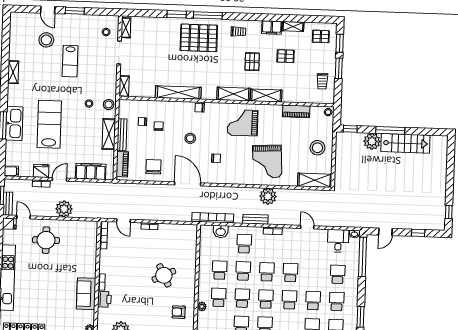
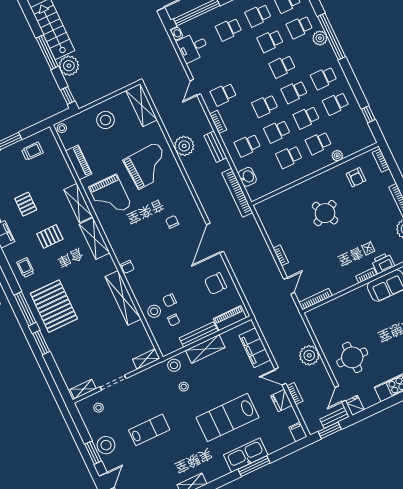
stool: (46, 40) -> (106, 445), moved
grand piano: (243, 123) -> (110, 197), moved
stool: (190, 138) -> (154, 311), moved
school desk: (290, 273) -> (223, 94), moved

